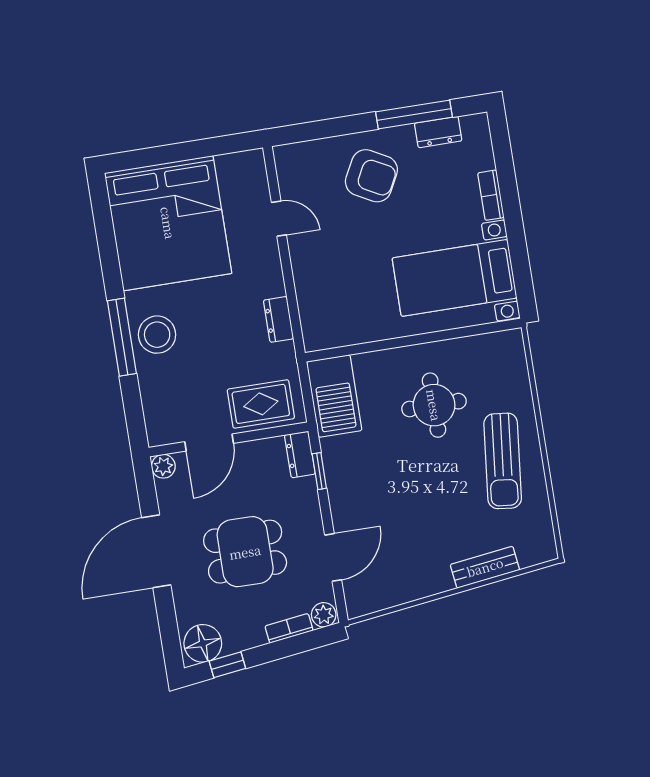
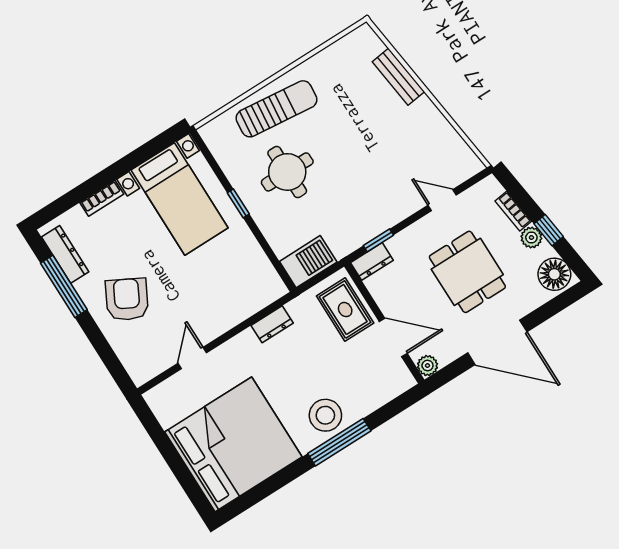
dresser: (438, 132) -> (65, 254), width x1.44
window: (423, 339) -> (238, 203), added
barbecue: (334, 396) -> (308, 262), width x0.73, depth x0.83
sun lounger: (503, 461) -> (277, 109), moved
door: (333, 557) -> (442, 200), width x0.73
plant: (324, 615) -> (531, 237), moved
window: (227, 665) -> (549, 230), moved

